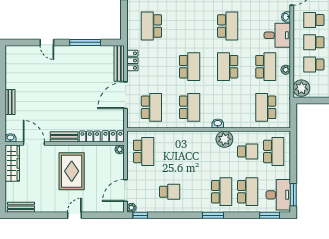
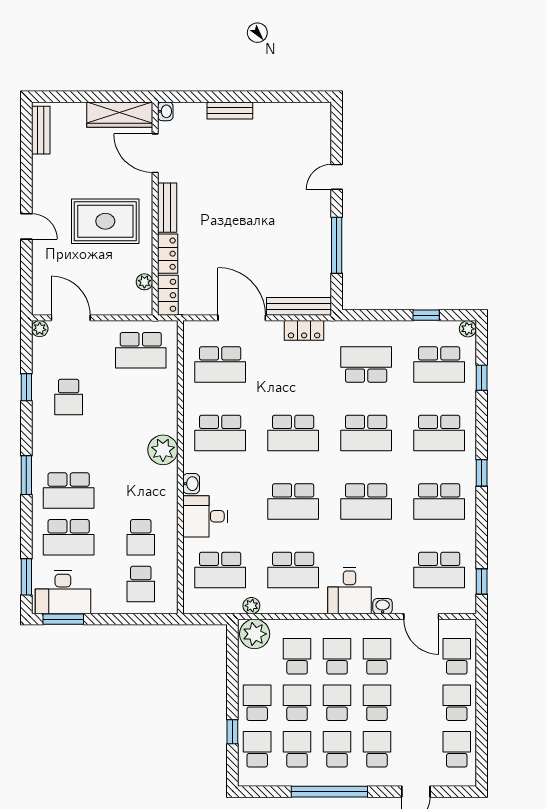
school desk: (190, 26) -> (366, 433), added
school desk: (228, 67) -> (293, 501), turned 180
plant: (286, 70) -> (251, 606), moved
school desk: (266, 107) -> (220, 570), turned 180
desk: (236, 116) -> (205, 516), added
plant: (224, 139) -> (163, 450), moved
door: (34, 143) -> (155, 153), swing flipped
plant: (120, 149) -> (144, 282), moved
school desk: (274, 151) -> (141, 584), width x0.54
window: (140, 215) -> (26, 387), moved

